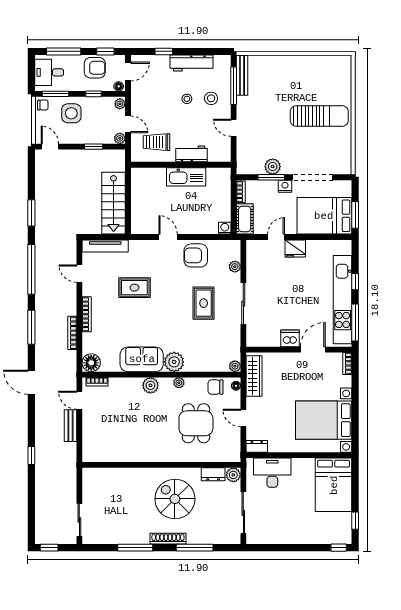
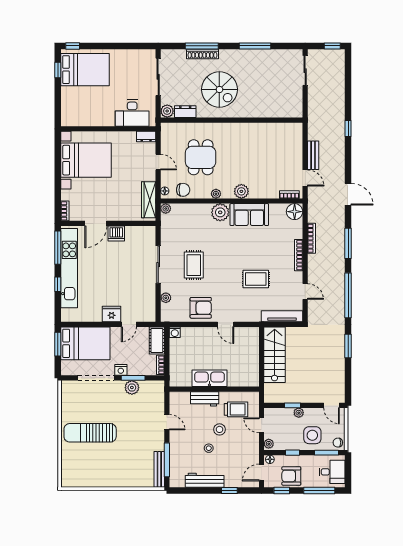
stool: (211, 98) -> (219, 429), moved
plant: (120, 138) -> (299, 413), moved
bed: (334, 485) -> (85, 70), moved, turned 90
shoe rack: (168, 539) -> (202, 54), moved

